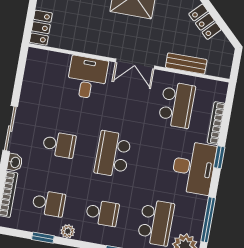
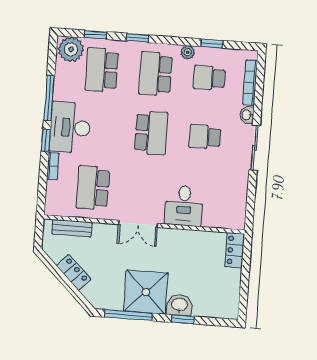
bench: (186, 63) -> (72, 228), moved
double door: (135, 64) -> (138, 224), swing flipped
bookcase: (216, 123) -> (53, 166), width x0.64
school desk: (102, 213) -> (156, 74), width x1.85
window: (208, 220) -> (49, 98), moved

